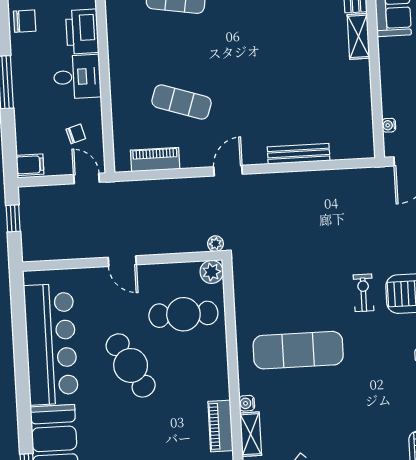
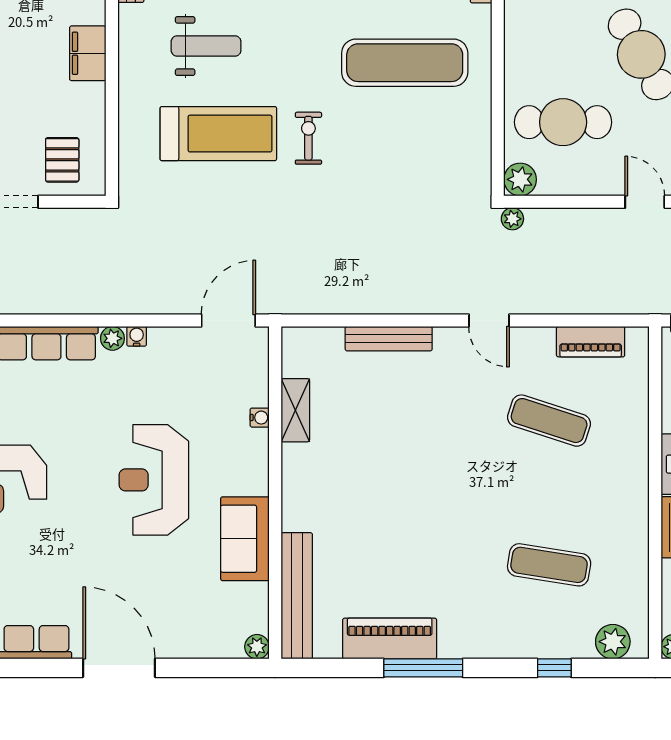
shelving: (358, 36) -> (295, 410), moved
water cooler: (389, 125) -> (260, 418), moved
door: (228, 171) -> (489, 321), hinge flipped
exercise bike: (363, 293) -> (308, 138), turned 180

